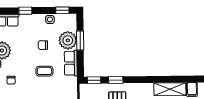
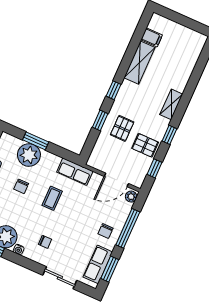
row of seats: (71, 63) -> (75, 172), moved
window: (94, 80) -> (114, 90), moved

